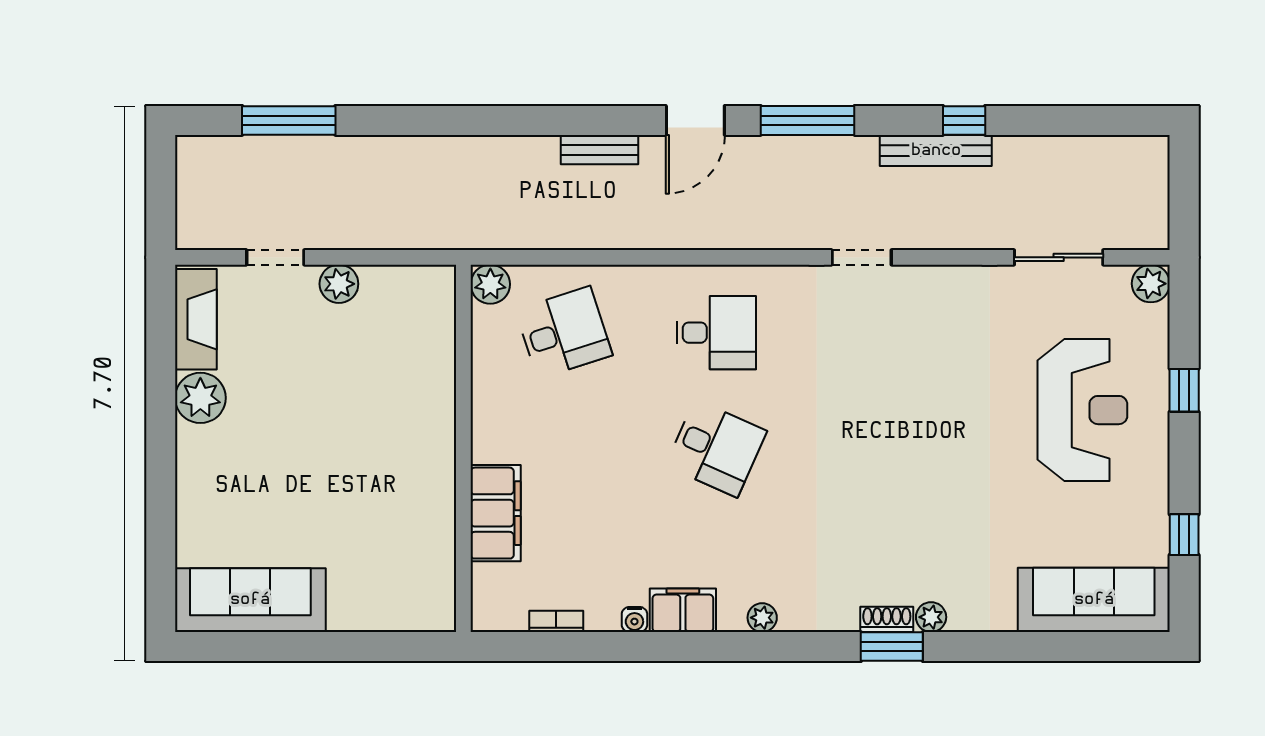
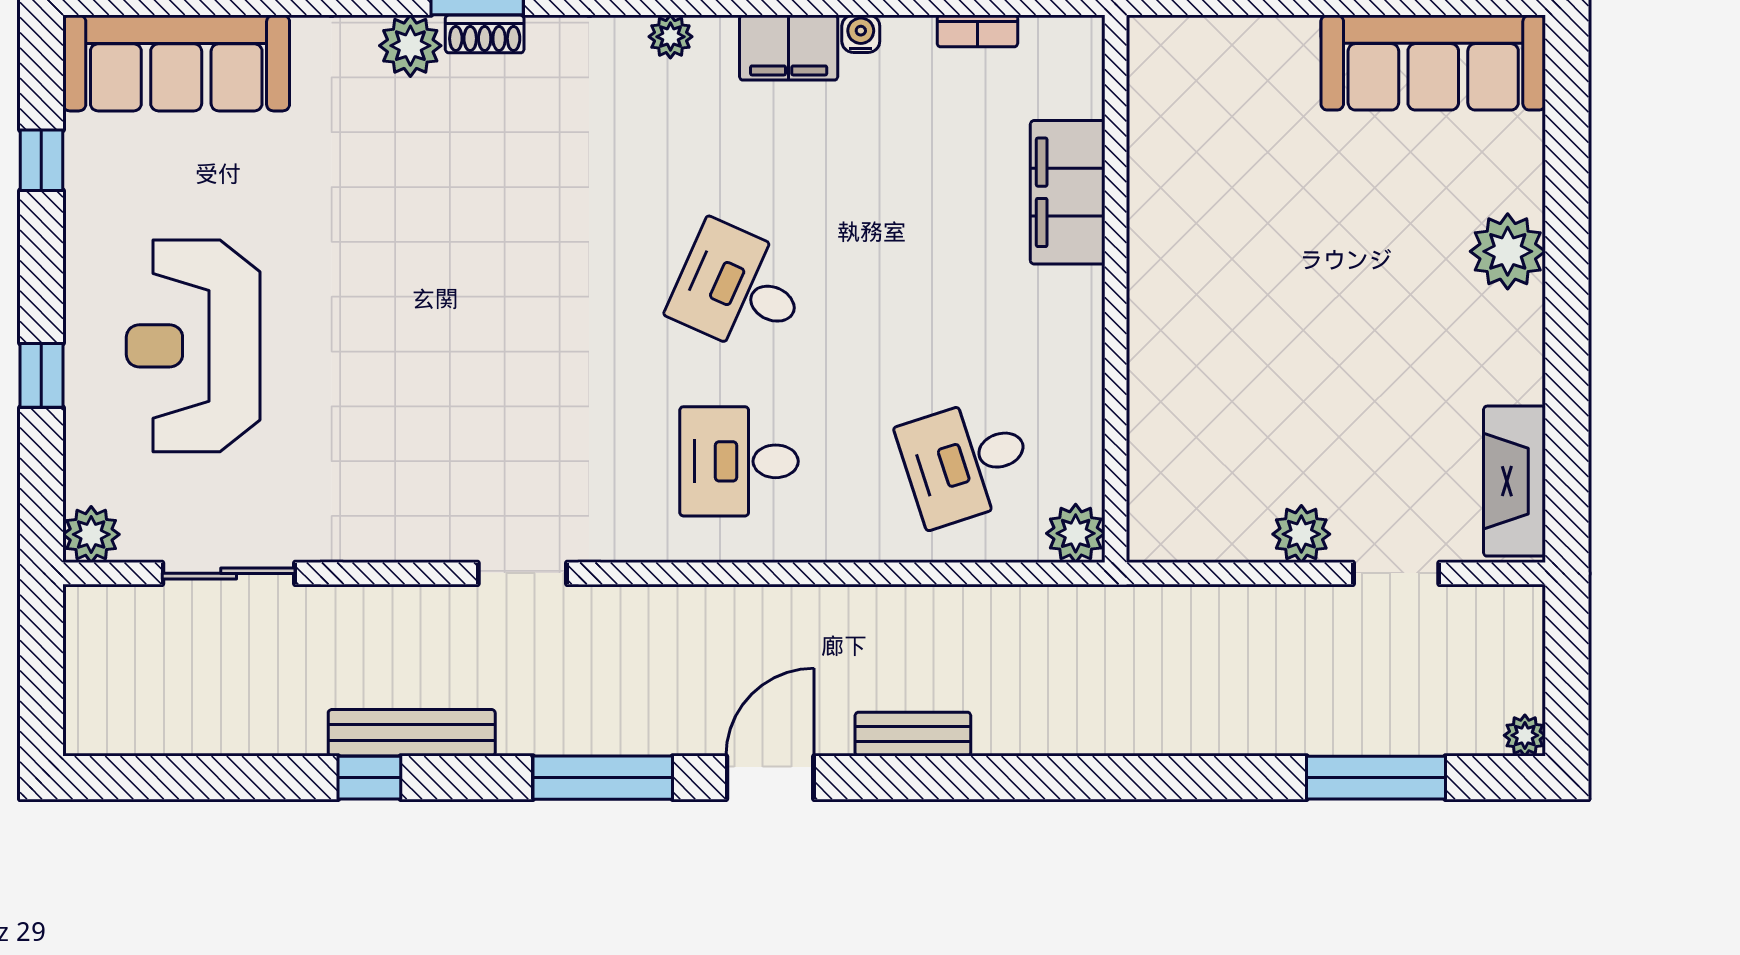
plant: (189, 149) -> (1525, 735), added
plant: (200, 398) -> (1508, 251), moved
plant: (931, 617) -> (410, 46), width x1.38, depth x1.38

